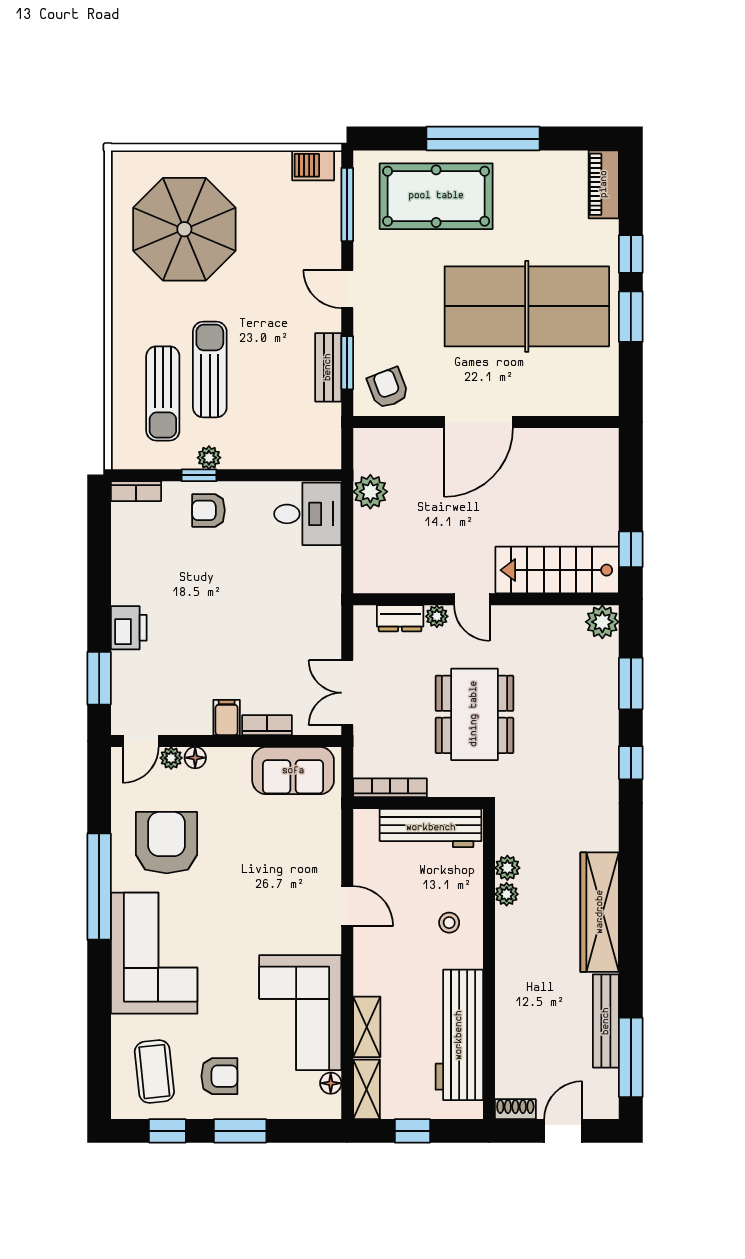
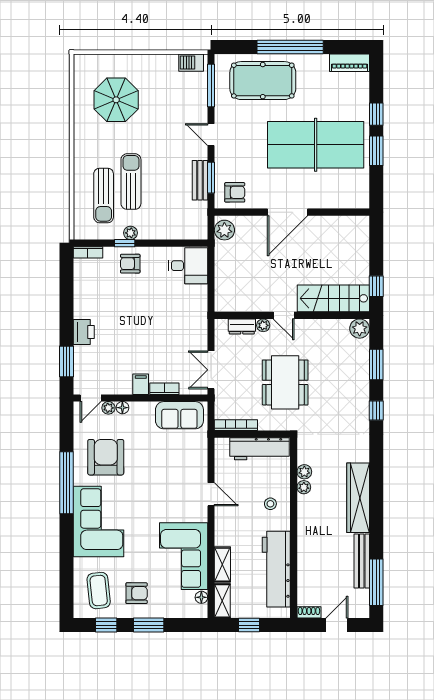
piano: (604, 184) -> (349, 63), moved, turned -90
parasol: (184, 229) -> (116, 100), width x0.73, depth x0.73
armchair: (388, 388) -> (235, 192), turned 111
plant: (370, 492) -> (224, 230), moved

